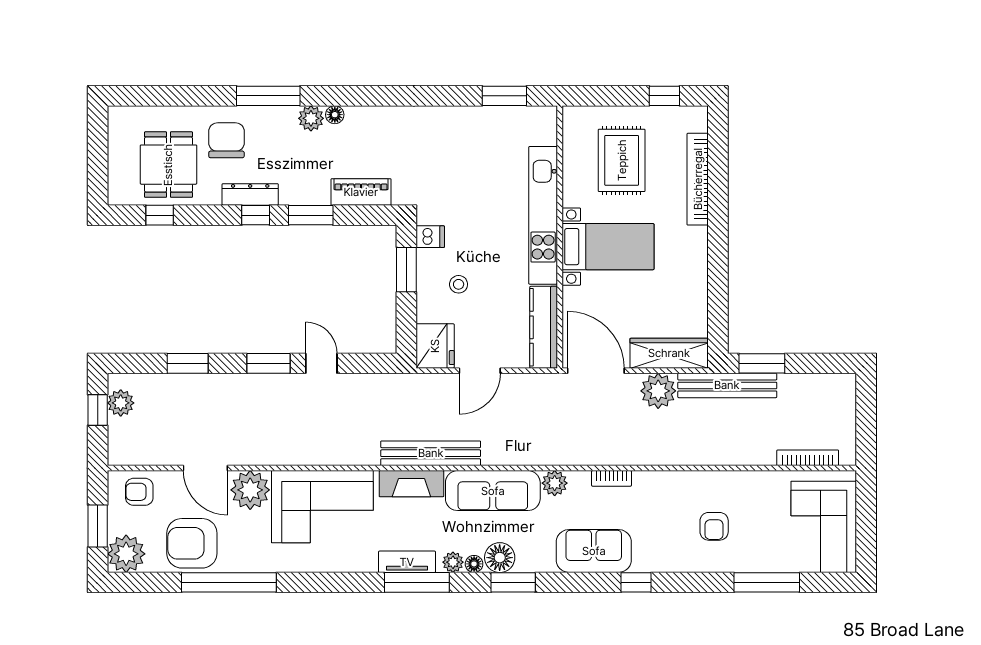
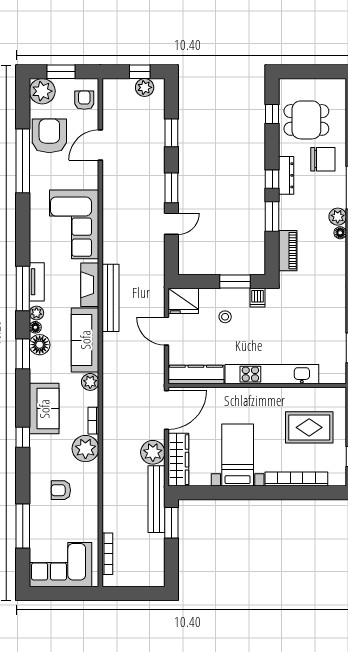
bed with nightstands: (608, 247) -> (238, 455), moved, turned 180
plant: (250, 490) -> (85, 449), moved

